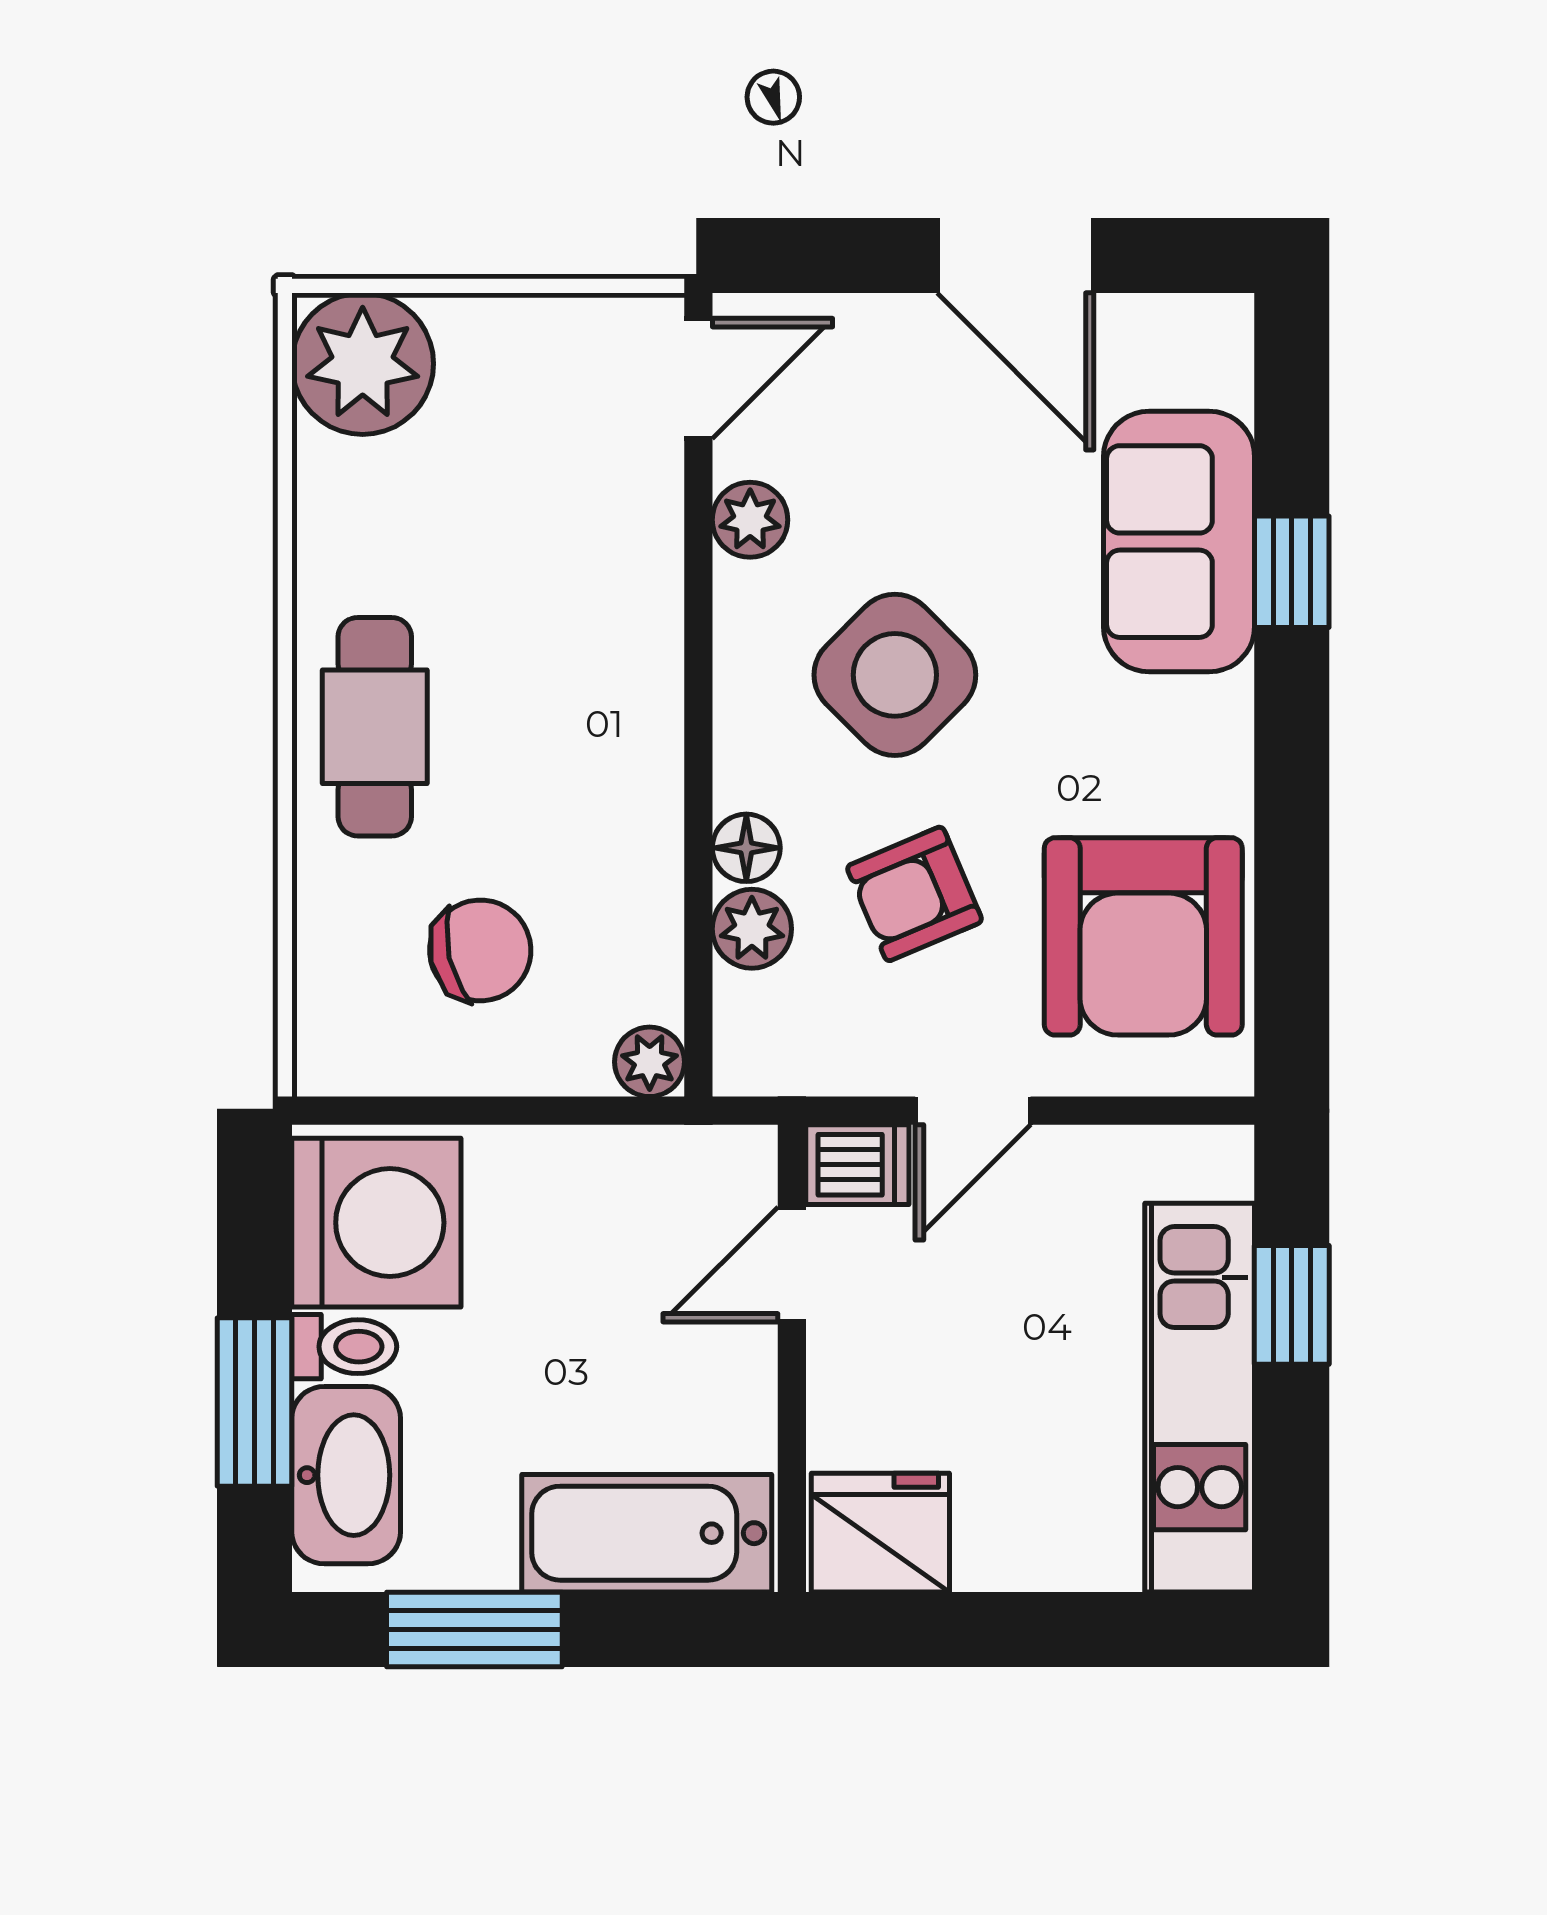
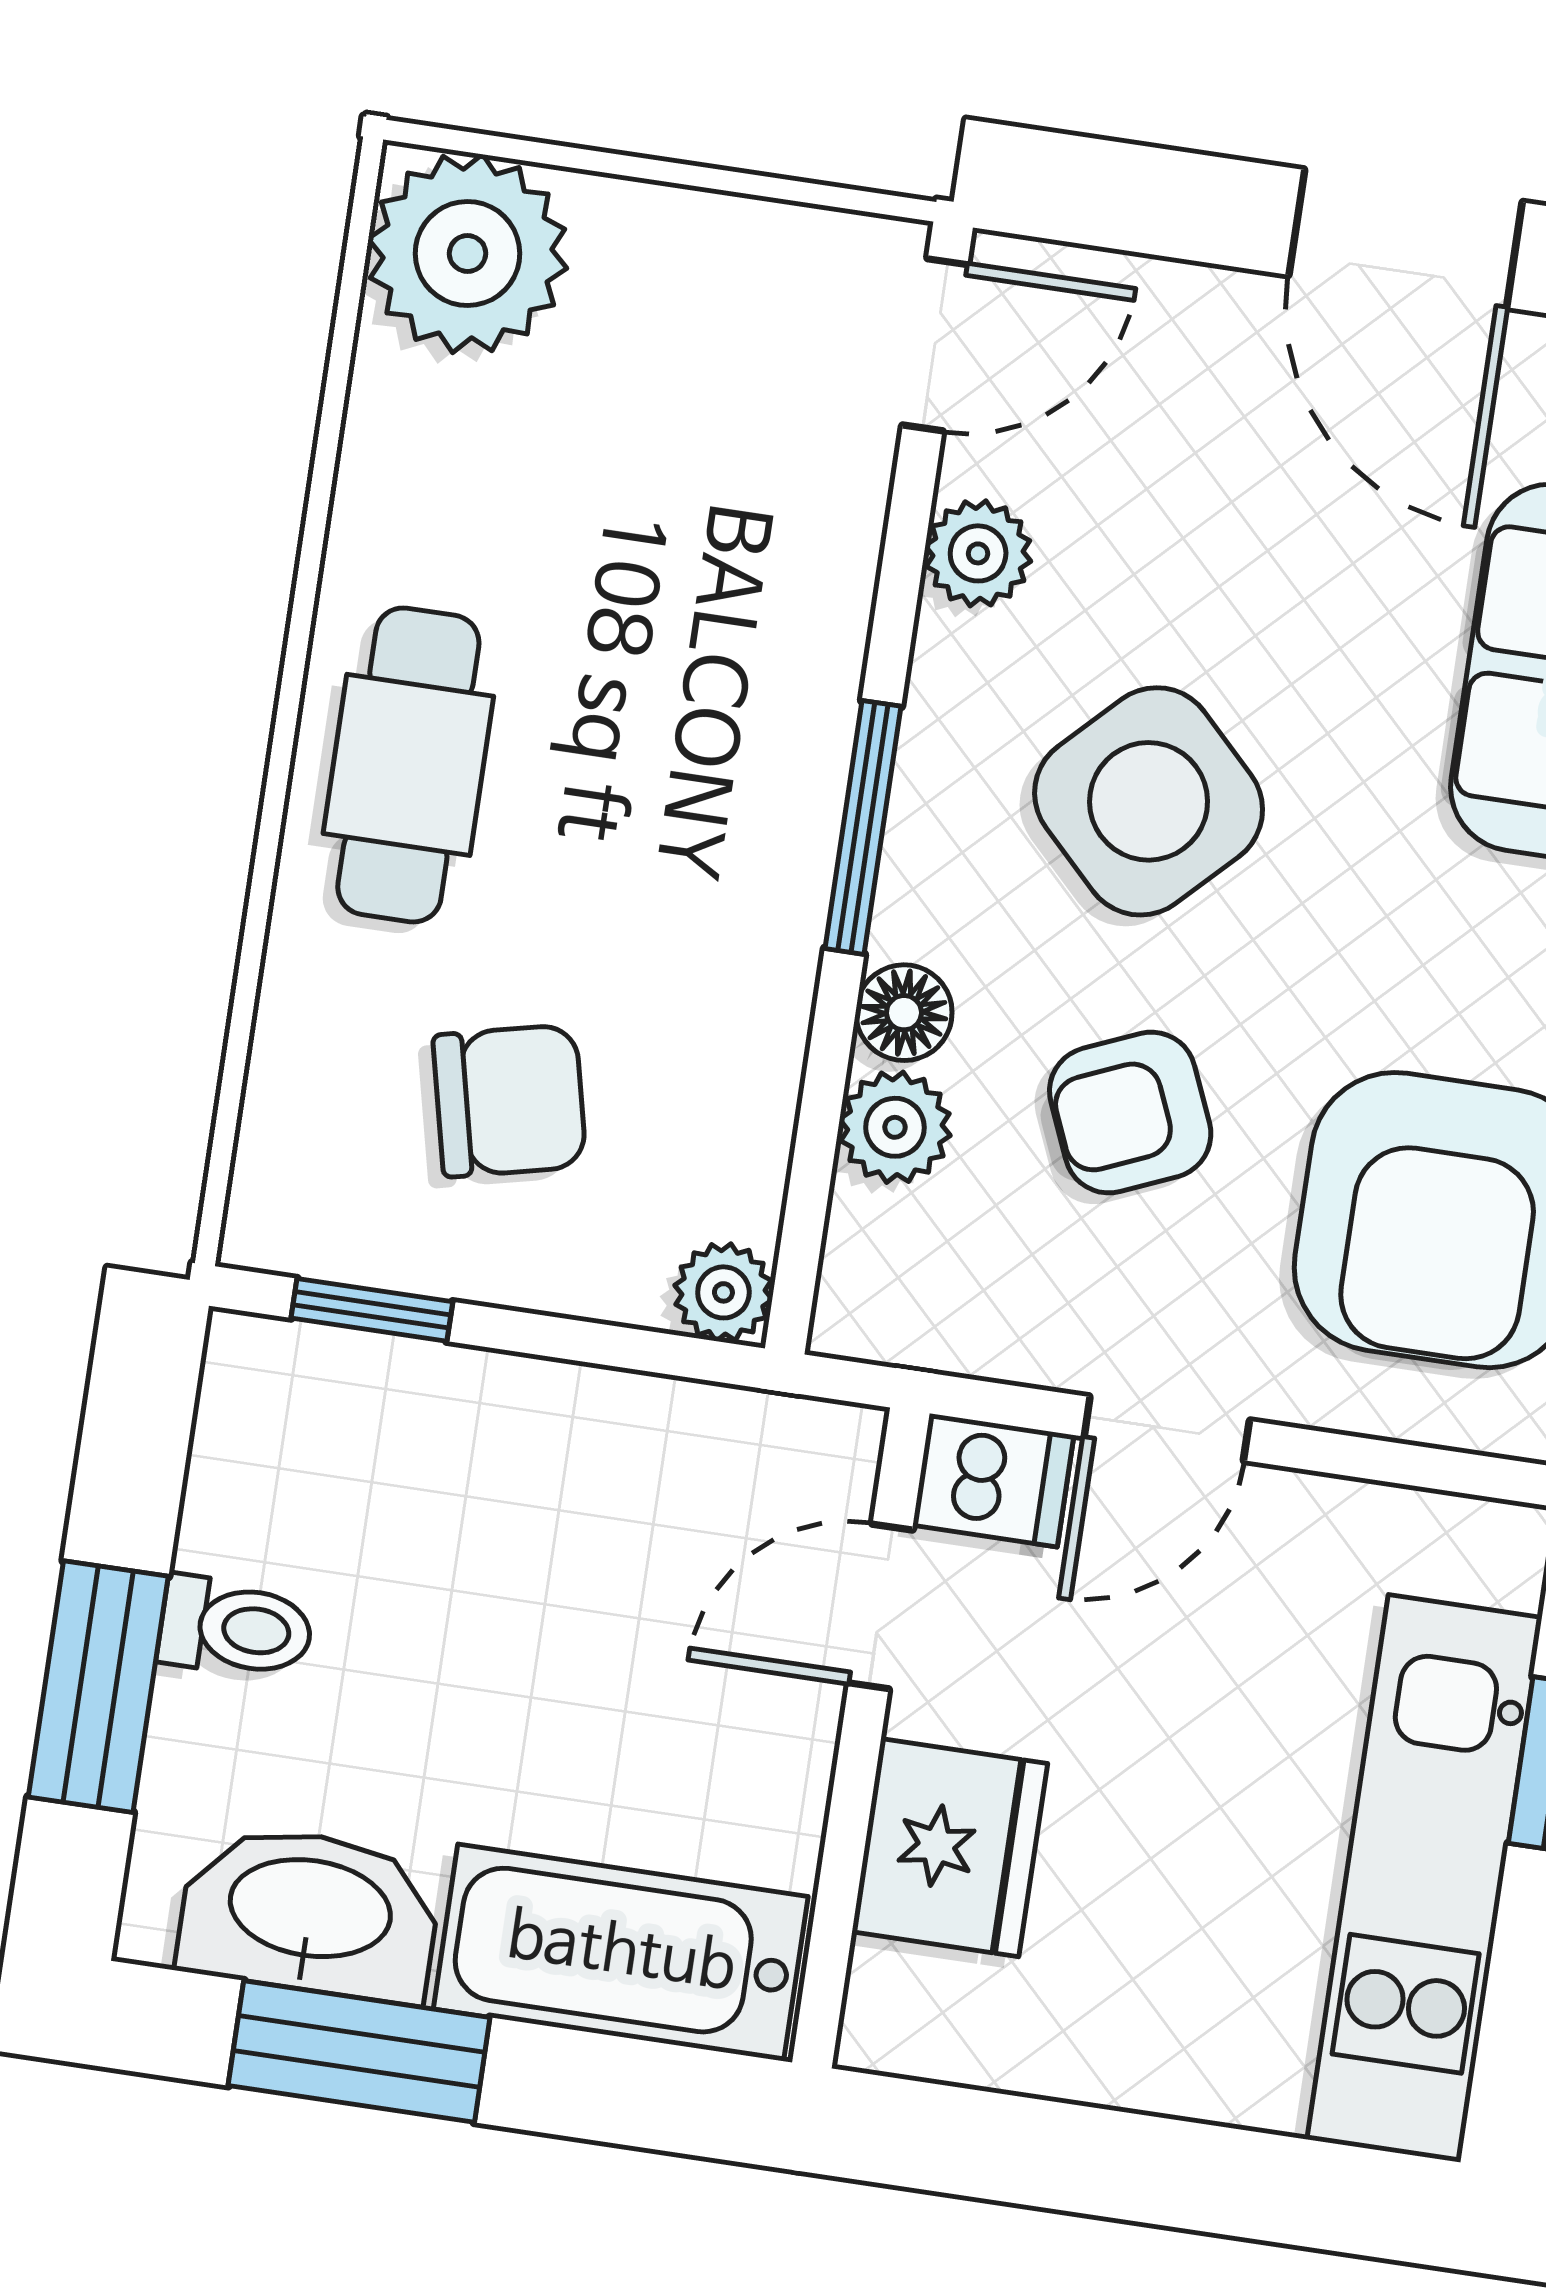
window: (698, 723) -> (863, 827), added
window: (406, 1111) -> (372, 1310), added
washing machine: (376, 1223) -> (307, 1460), removed
washbasin: (346, 1475) -> (310, 1913), moved, turned -90
fridge: (880, 1533) -> (950, 1848), moved, turned 90

